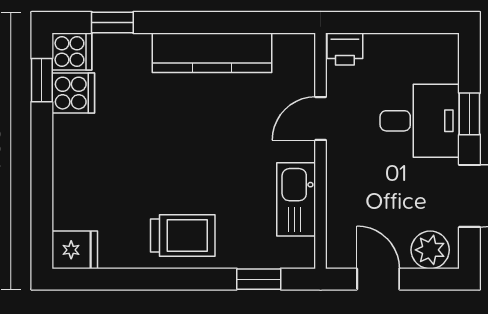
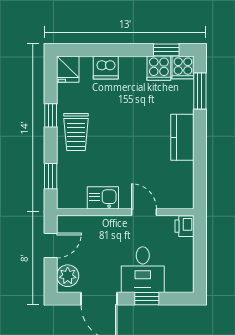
window: (112, 22) -> (200, 91), width x1.50
kitchen counter: (212, 53) -> (182, 137), width x0.67
dishwasher: (72, 184) -> (106, 68), added
kitchen sink: (296, 199) -> (103, 198), width x0.73
window: (154, 279) -> (51, 115), added

